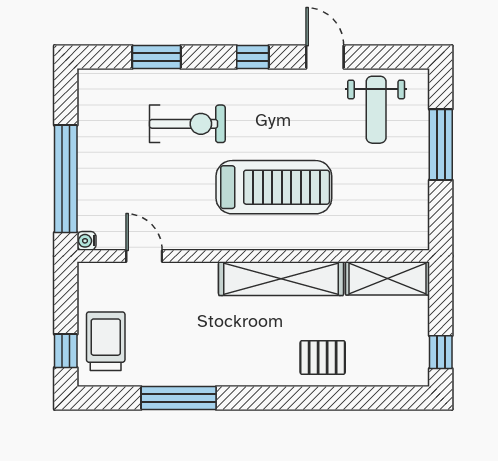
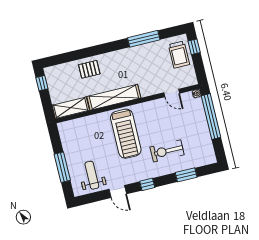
treadmill: (274, 187) -> (126, 134), turned -90

